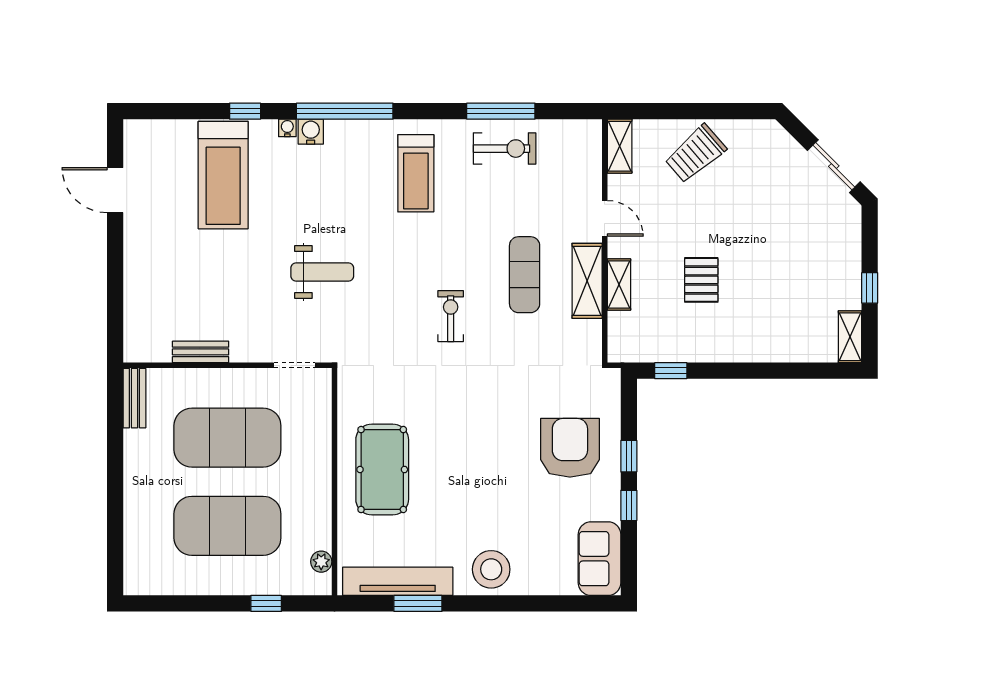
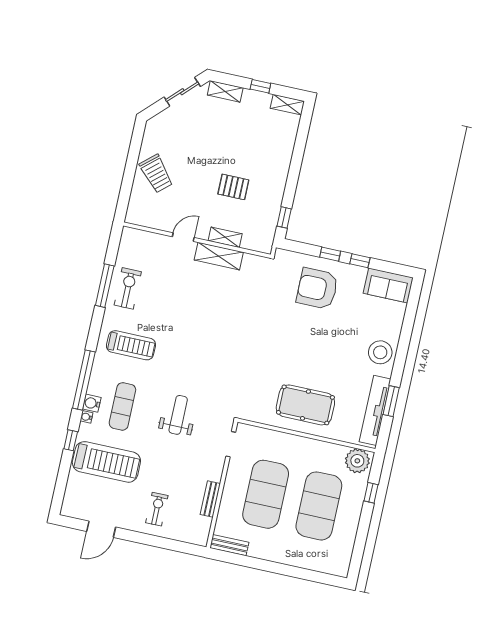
shelving: (620, 146) -> (225, 91), moved
exercise mat: (525, 275) -> (122, 406), moved, turned 90
exercise bike: (451, 316) -> (157, 509), moved, turned 90
plant: (321, 562) -> (357, 461), width x1.88, depth x1.88

